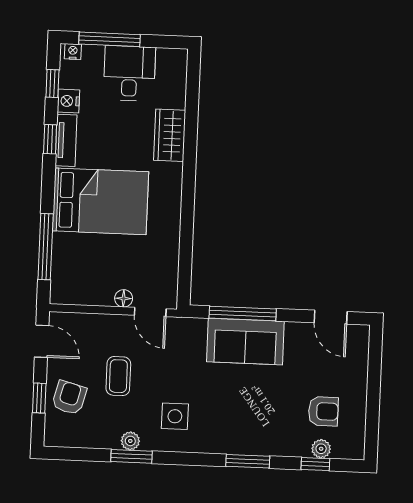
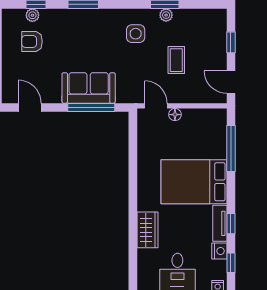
armchair: (69, 398) -> (210, 44), removed

